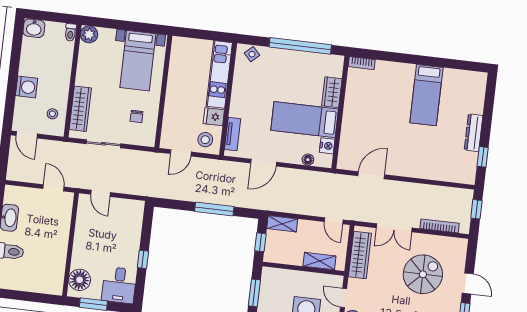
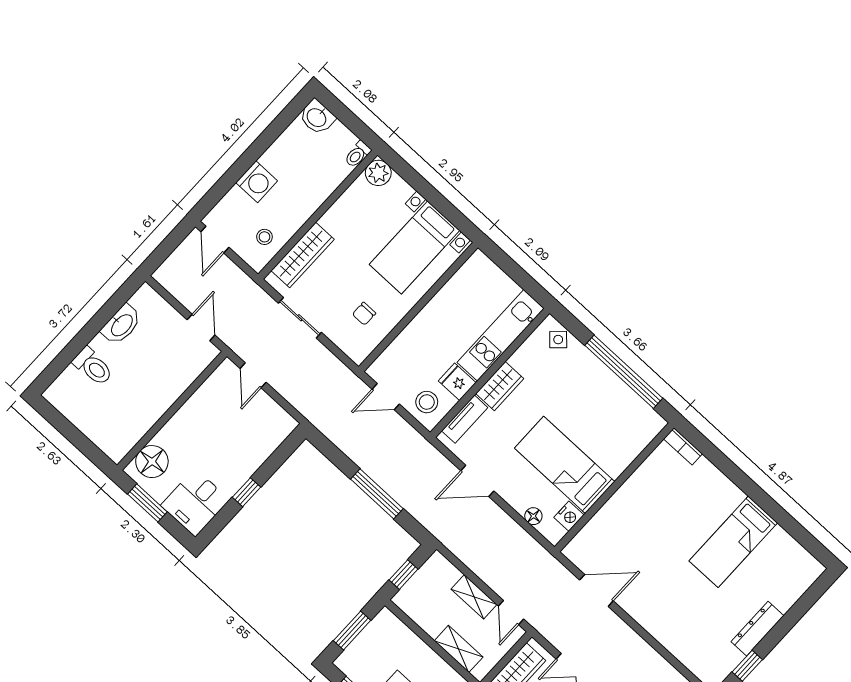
wardrobe: (332, 92) -> (500, 386), moved, turned 180
shelving: (282, 224) -> (474, 597), moved

